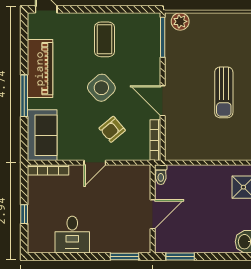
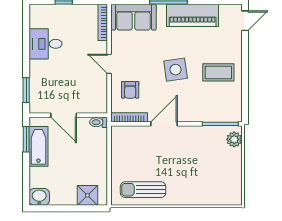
side table: (101, 88) -> (176, 70), turned 34
sun lounger: (224, 92) -> (143, 190), moved
armchair: (112, 129) -> (130, 90), moved, turned -140
bathtub: (188, 243) -> (38, 146), added

